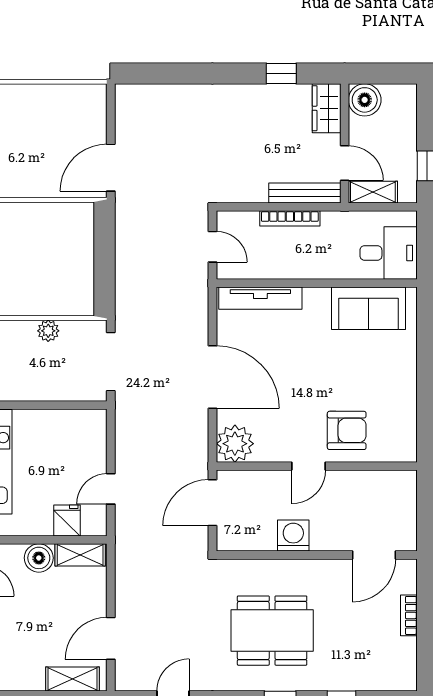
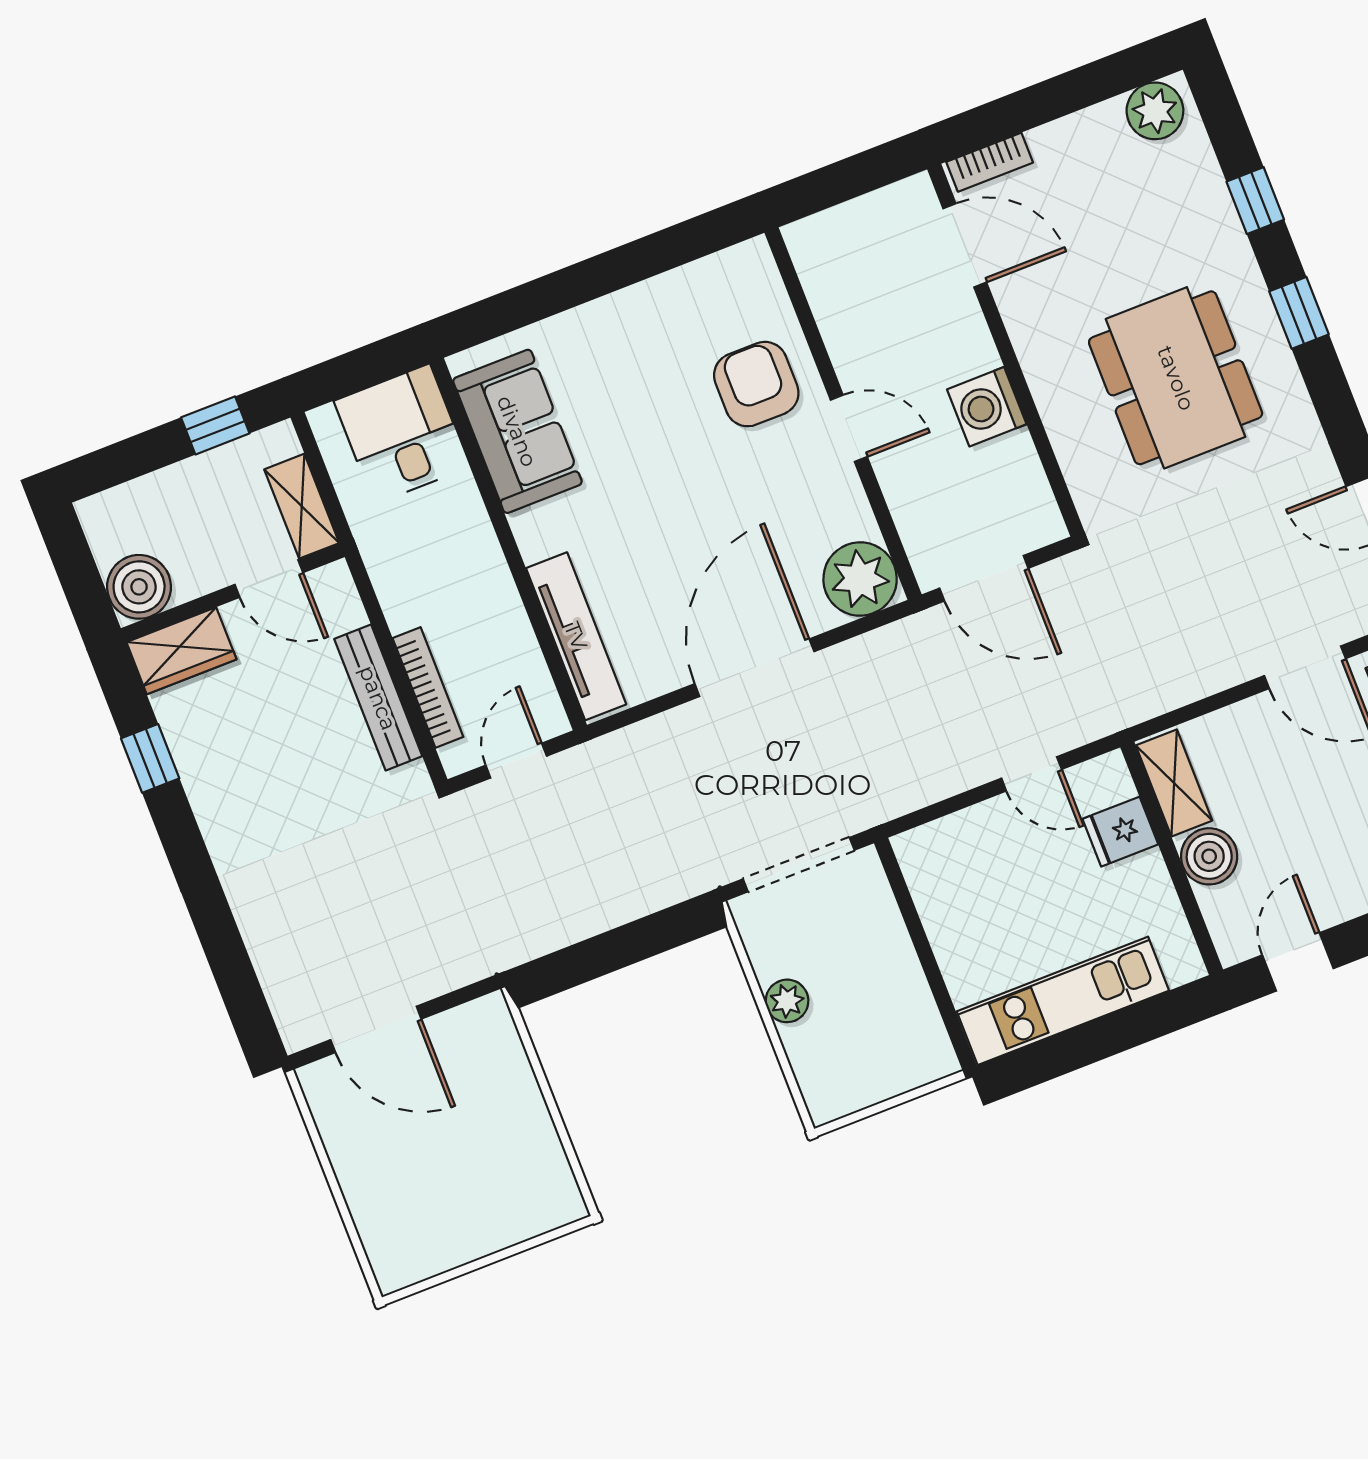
door: (345, 163) -> (269, 579), swing flipped
door: (111, 168) -> (376, 1029), moved
bench: (305, 193) -> (378, 698), moved
bookcase: (290, 218) -> (428, 687), moved
bookcase: (409, 615) -> (990, 162), moved
plant: (403, 670) -> (1155, 111), added

